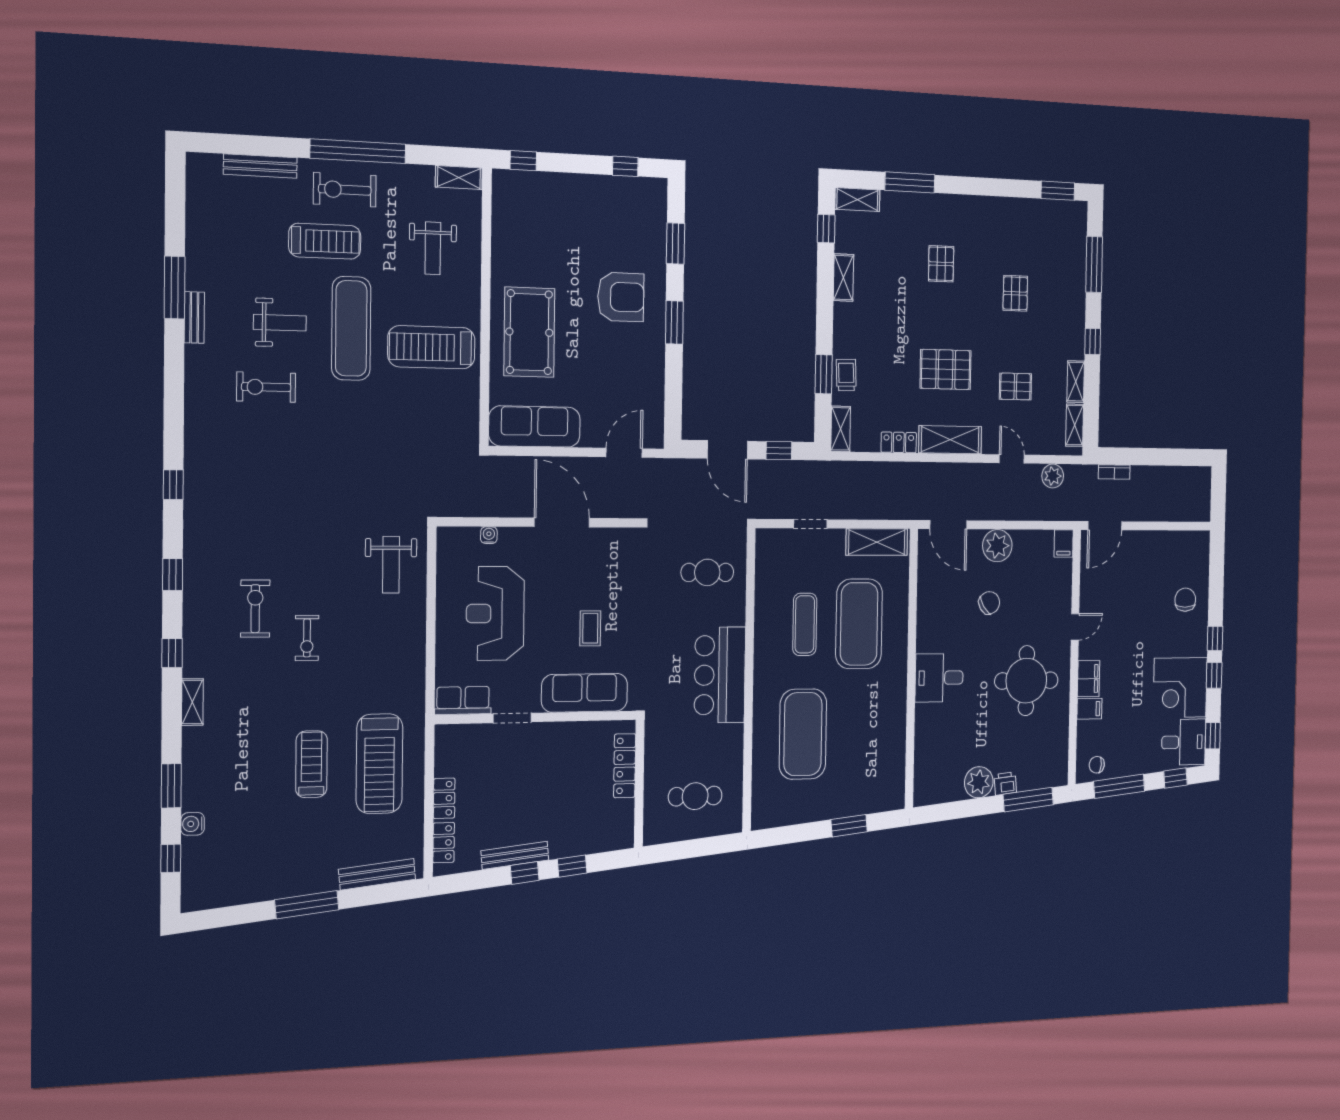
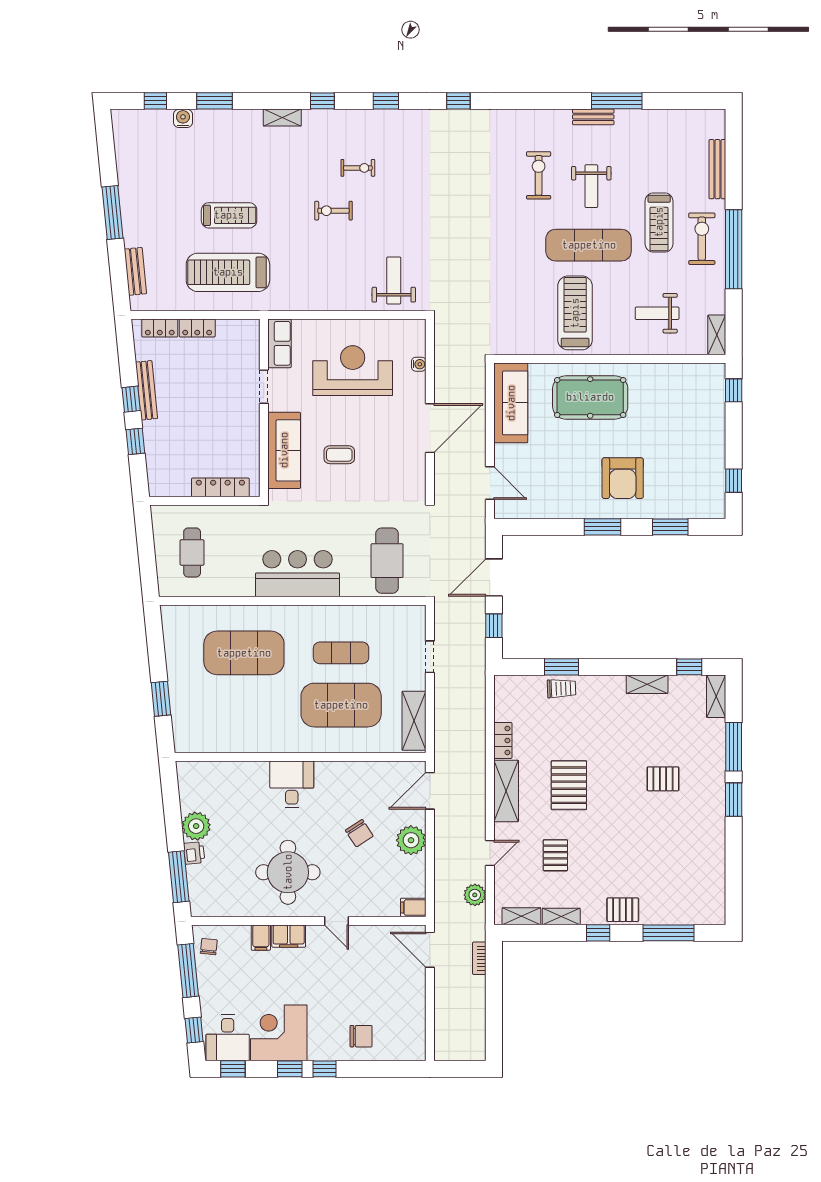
window: (1058, 191) -> (734, 800), moved
pallet: (1015, 293) -> (623, 910), moved
shelving: (841, 429) -> (514, 684), removed
weight bench: (391, 565) -> (394, 280), turned 90
cafe table: (707, 572) -> (387, 561), width x1.37, depth x1.35
exercise bike: (255, 609) -> (358, 168), width x0.73, depth x0.72
bench: (377, 874) -> (135, 271), width x0.73

